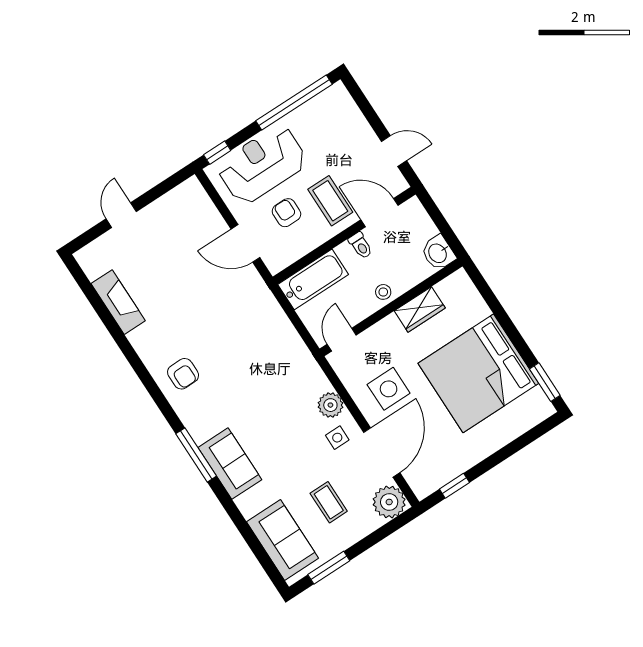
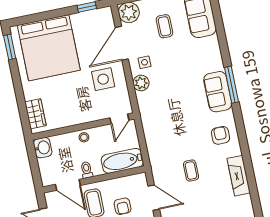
fireplace: (118, 302) -> (239, 176), moved
coffee table: (206, 305) -> (191, 171), added
wardrobe: (420, 309) -> (35, 114), moved, turned 90
bed: (478, 373) -> (49, 48), moved, turned 90
sofa: (230, 464) -> (218, 92), moved

